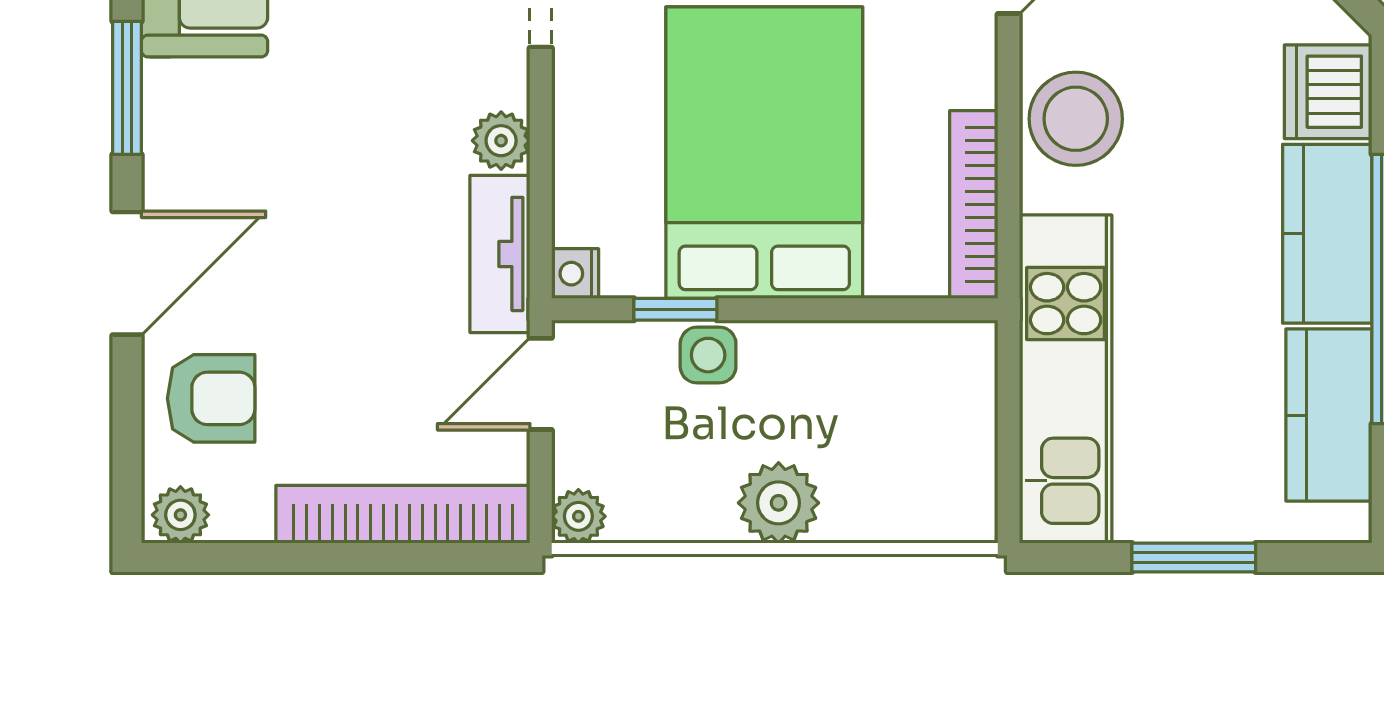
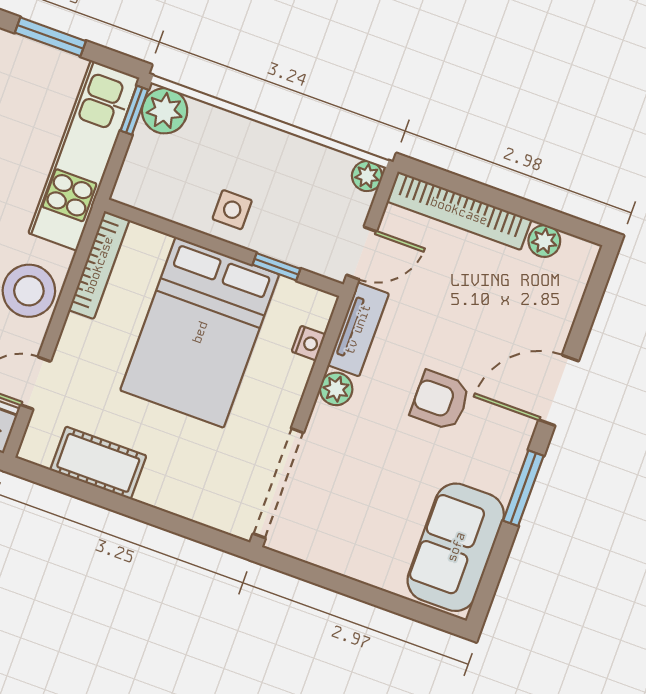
nightstand: (575, 274) -> (309, 343), moved
side table: (708, 355) -> (232, 210), moved
armchair: (211, 398) -> (440, 400), moved
window: (1009, 486) -> (134, 110), added
plant: (779, 503) -> (165, 111), moved
plant: (180, 515) -> (544, 241), moved

